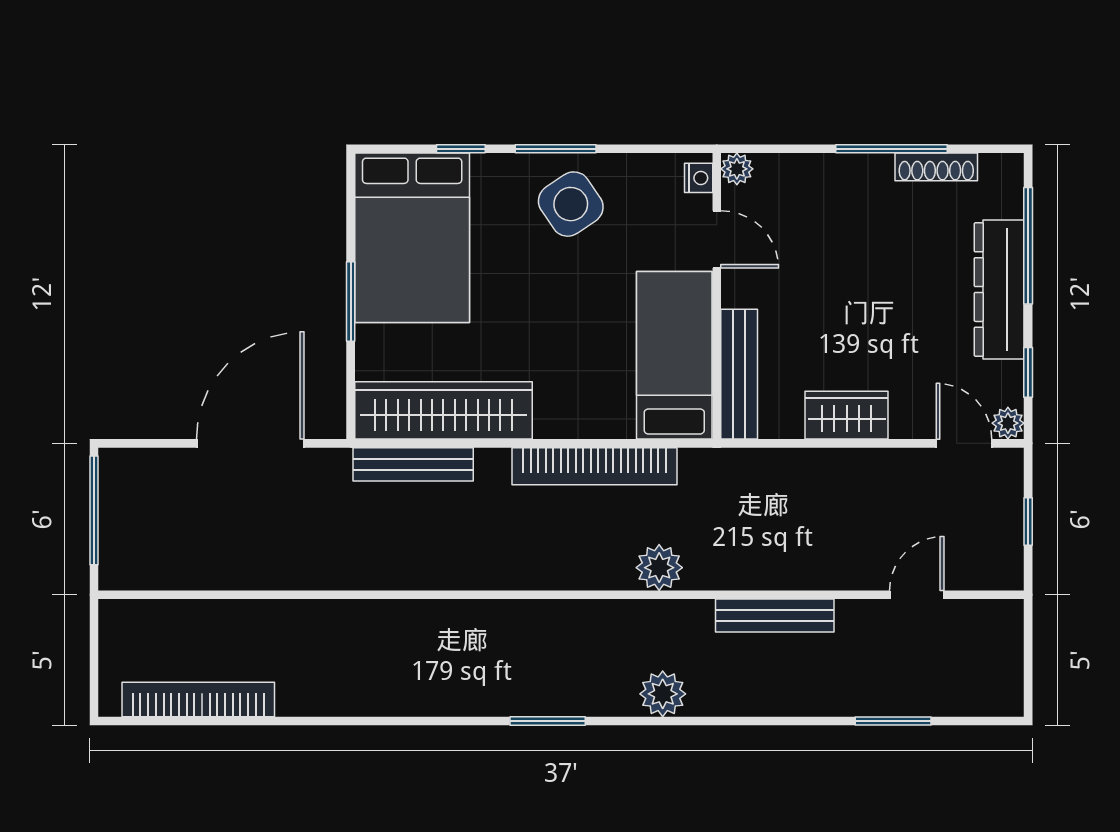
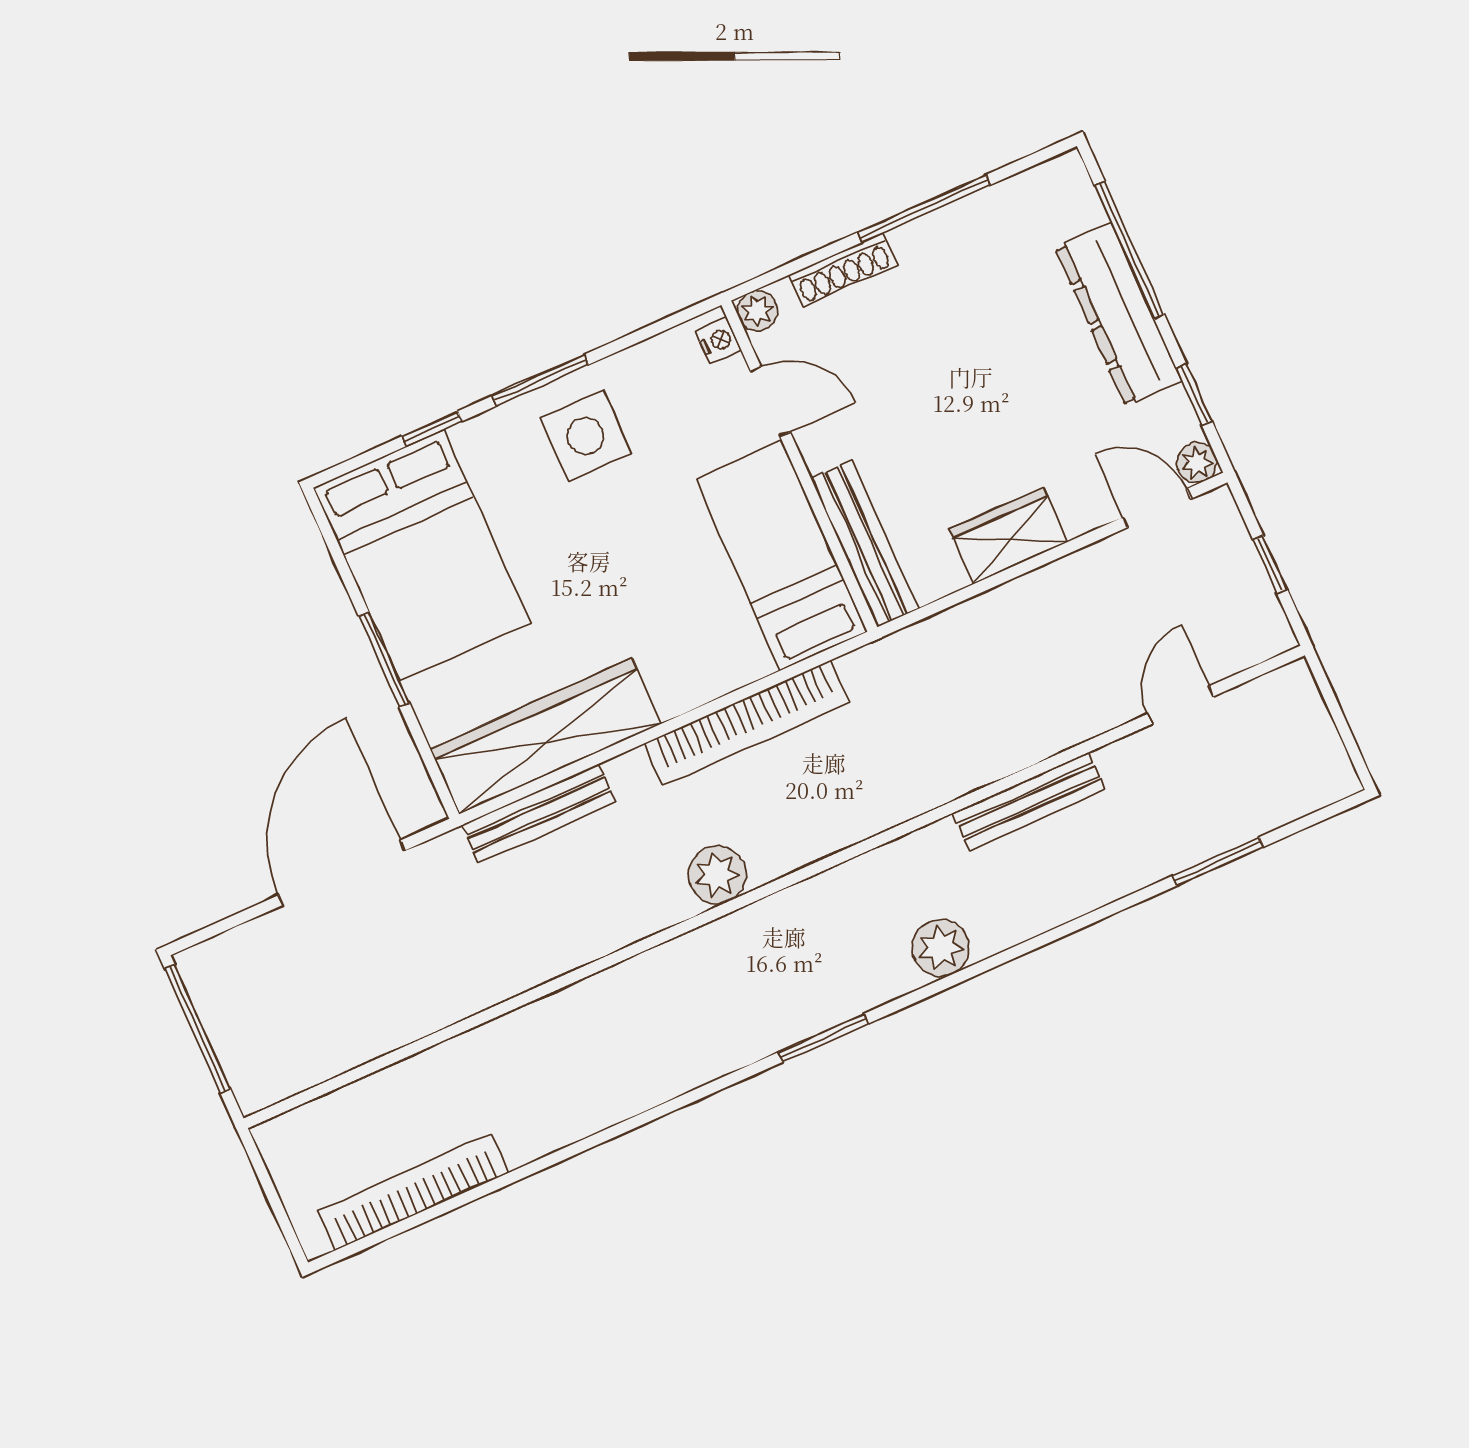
shoe rack: (936, 167) -> (843, 270), moved
side table: (571, 204) -> (586, 436), turned 34
plant: (659, 568) -> (717, 875), moved

